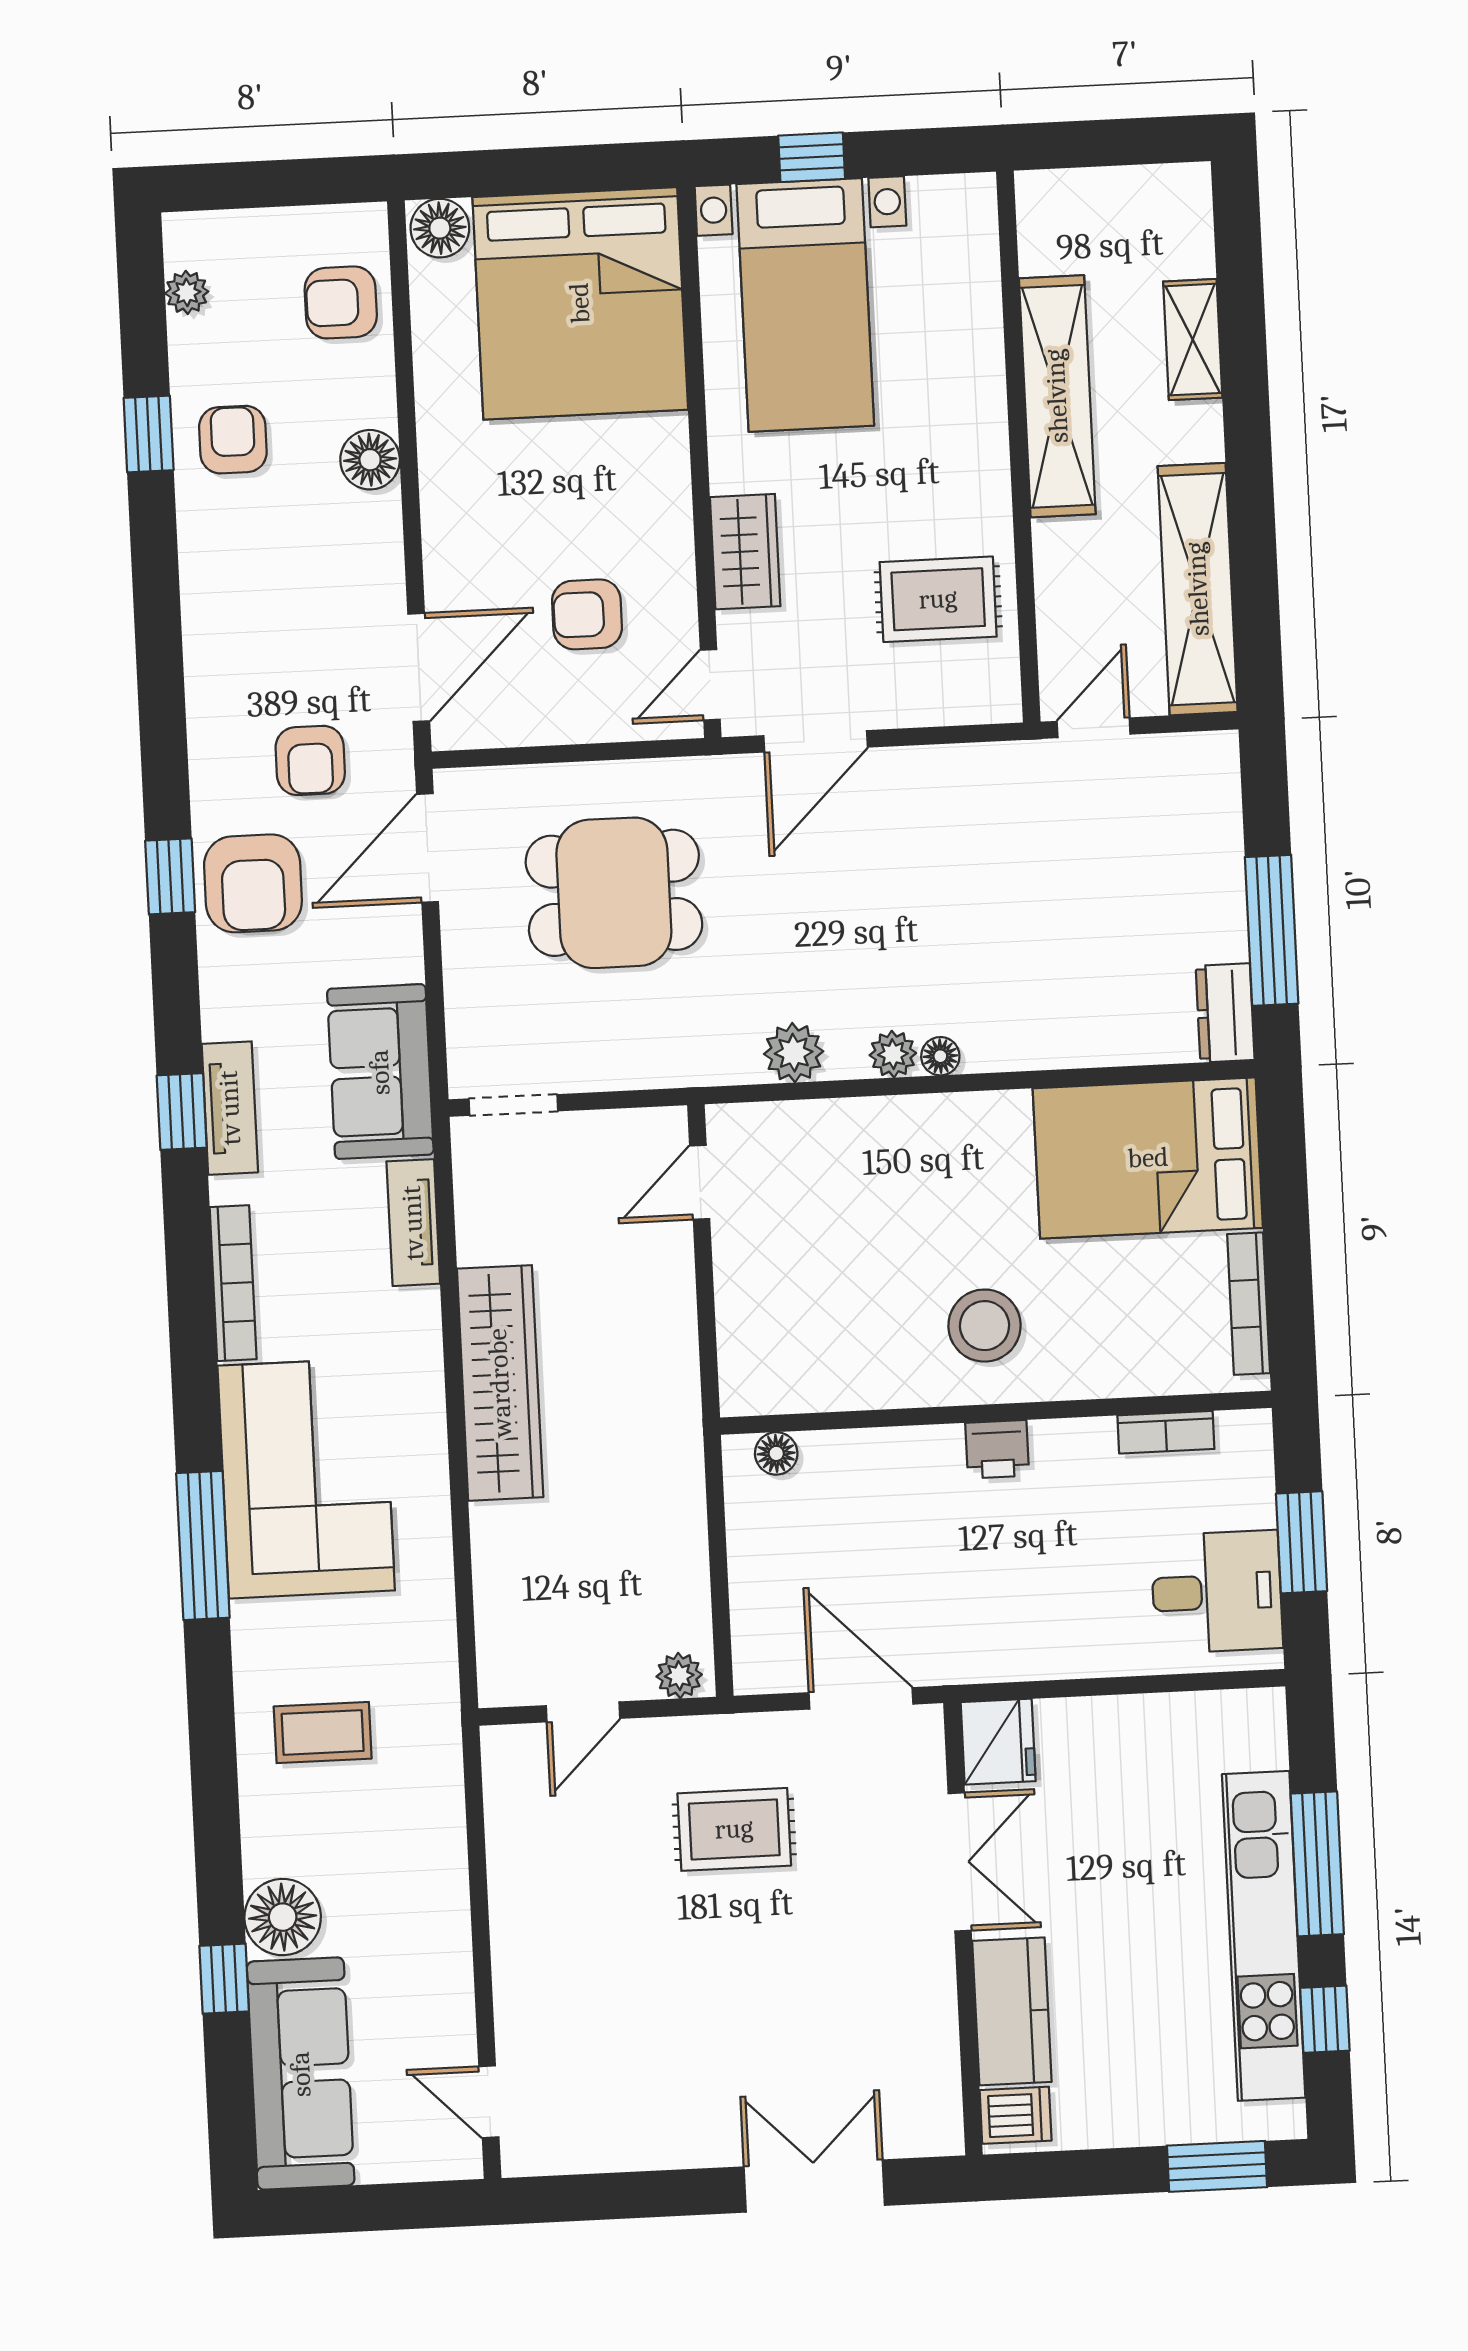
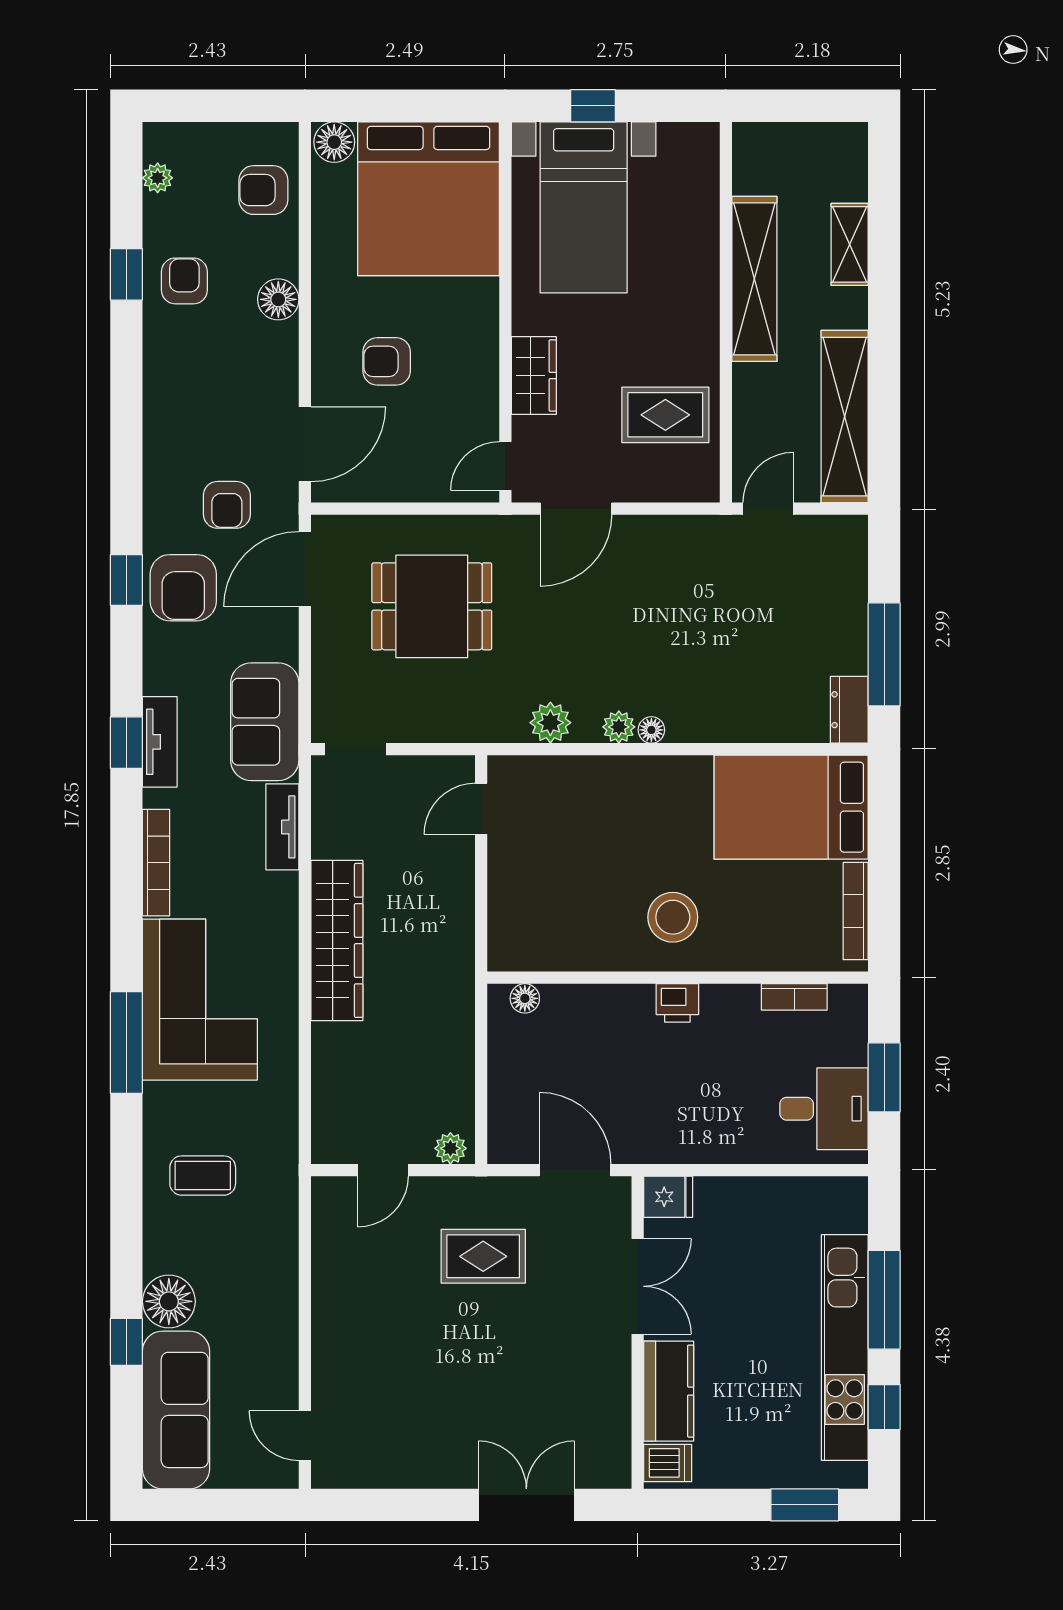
armchair: (587, 614) -> (387, 361), moved
fridge: (998, 1742) -> (668, 1197), width x0.72

